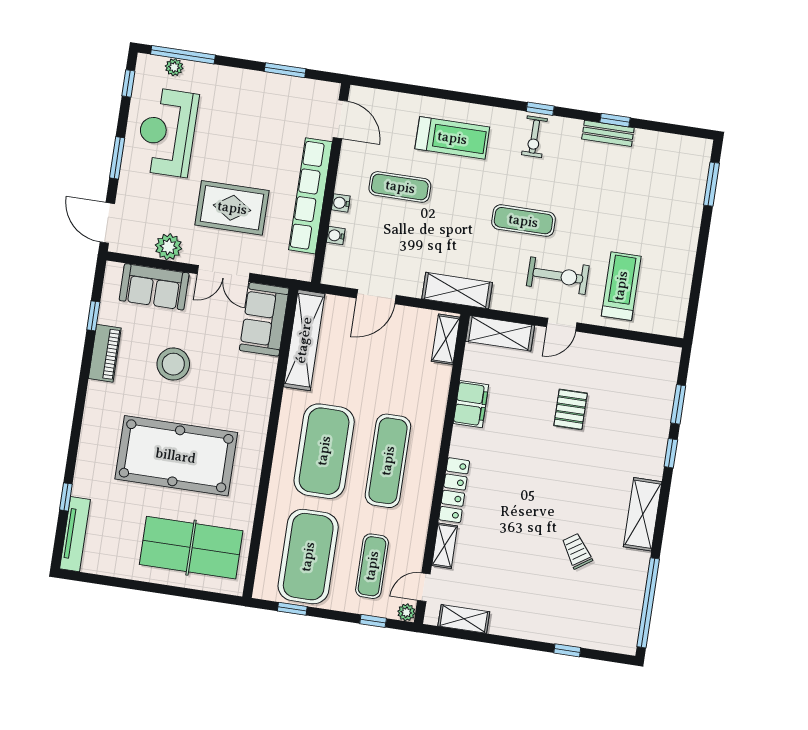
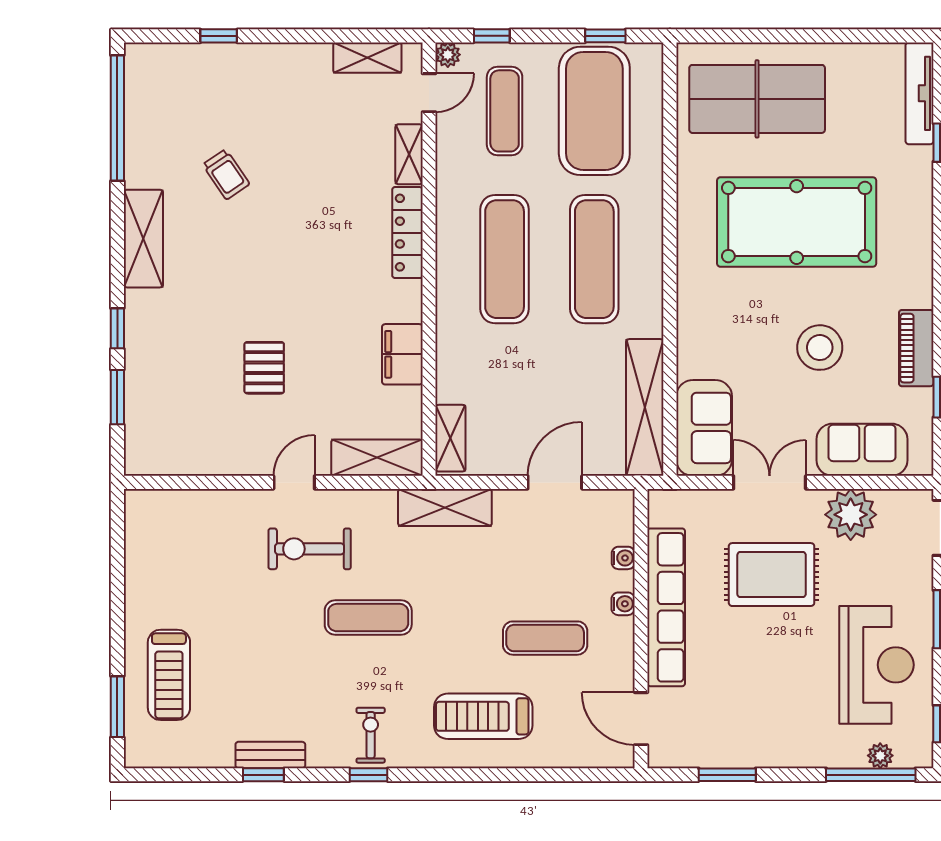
plant: (168, 247) -> (851, 515), width x1.36, depth x1.36
treadmill: (621, 286) -> (169, 675), moved
exercise mat: (324, 451) -> (594, 259), width x0.68

